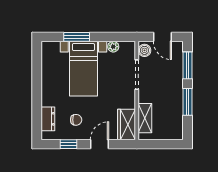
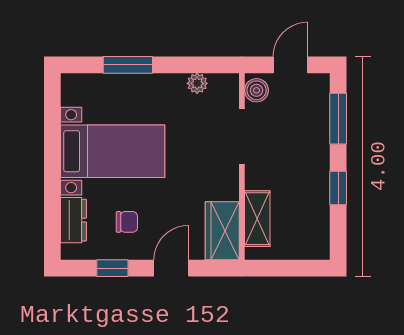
door: (162, 37) -> (290, 65), swing flipped
bed with nightstands: (83, 69) -> (113, 151), moved, turned -90
window: (188, 102) -> (338, 188), width x0.67

